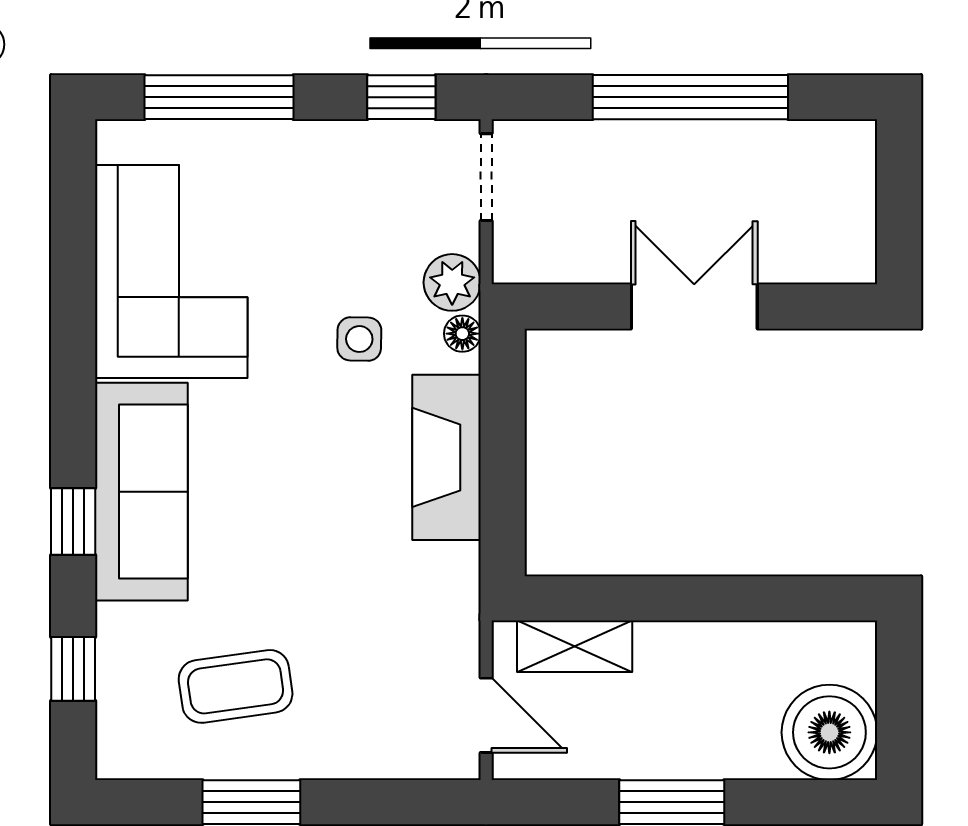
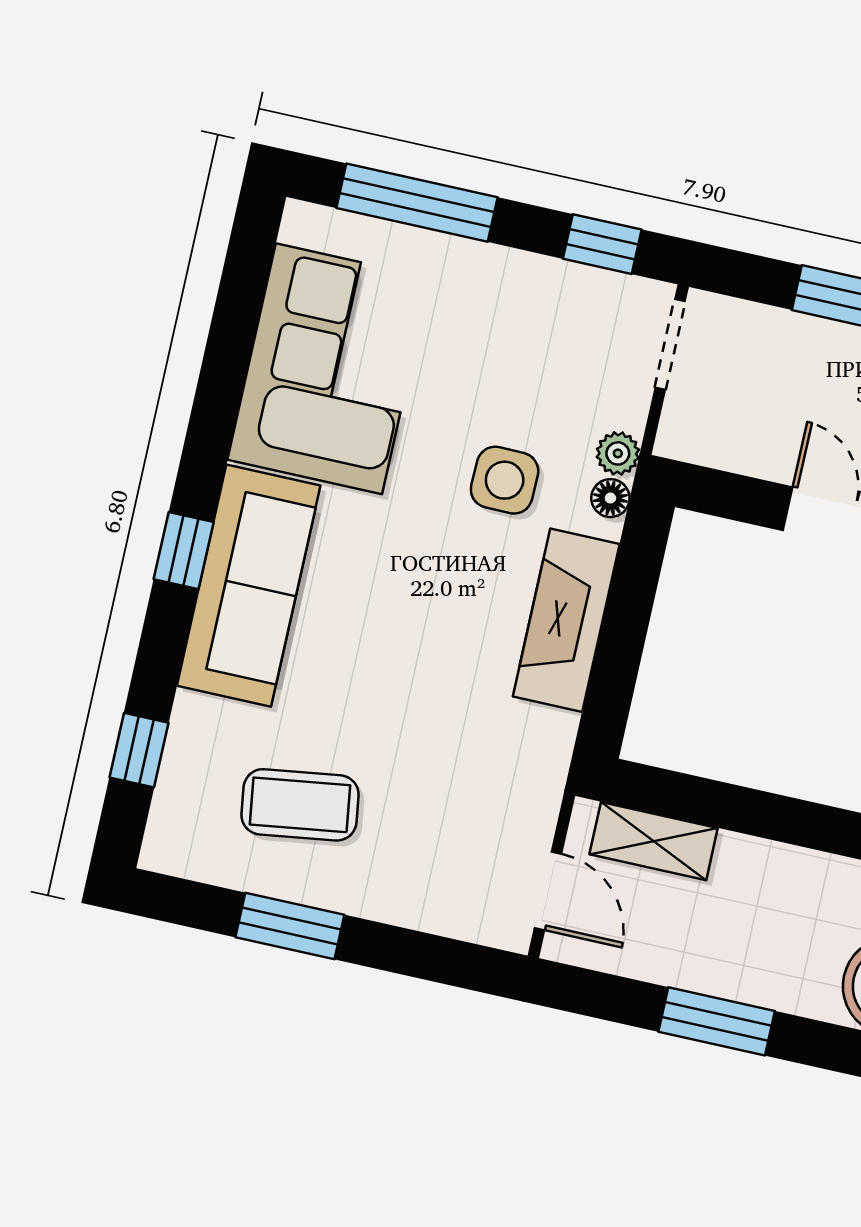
plant: (452, 282) -> (618, 453), width x0.73, depth x0.73
side table: (359, 339) -> (505, 480), width x1.37, depth x1.37
window: (73, 521) -> (184, 551), moved

